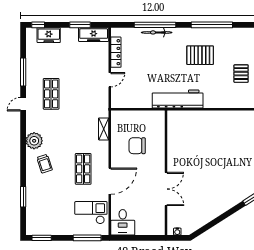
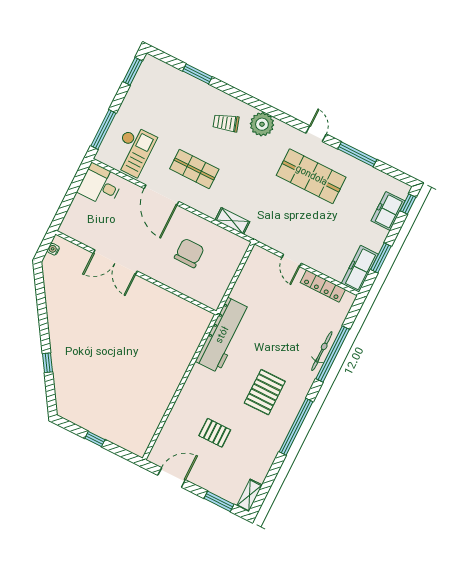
shop shelf: (51, 94) -> (311, 176), width x1.43, depth x1.36

